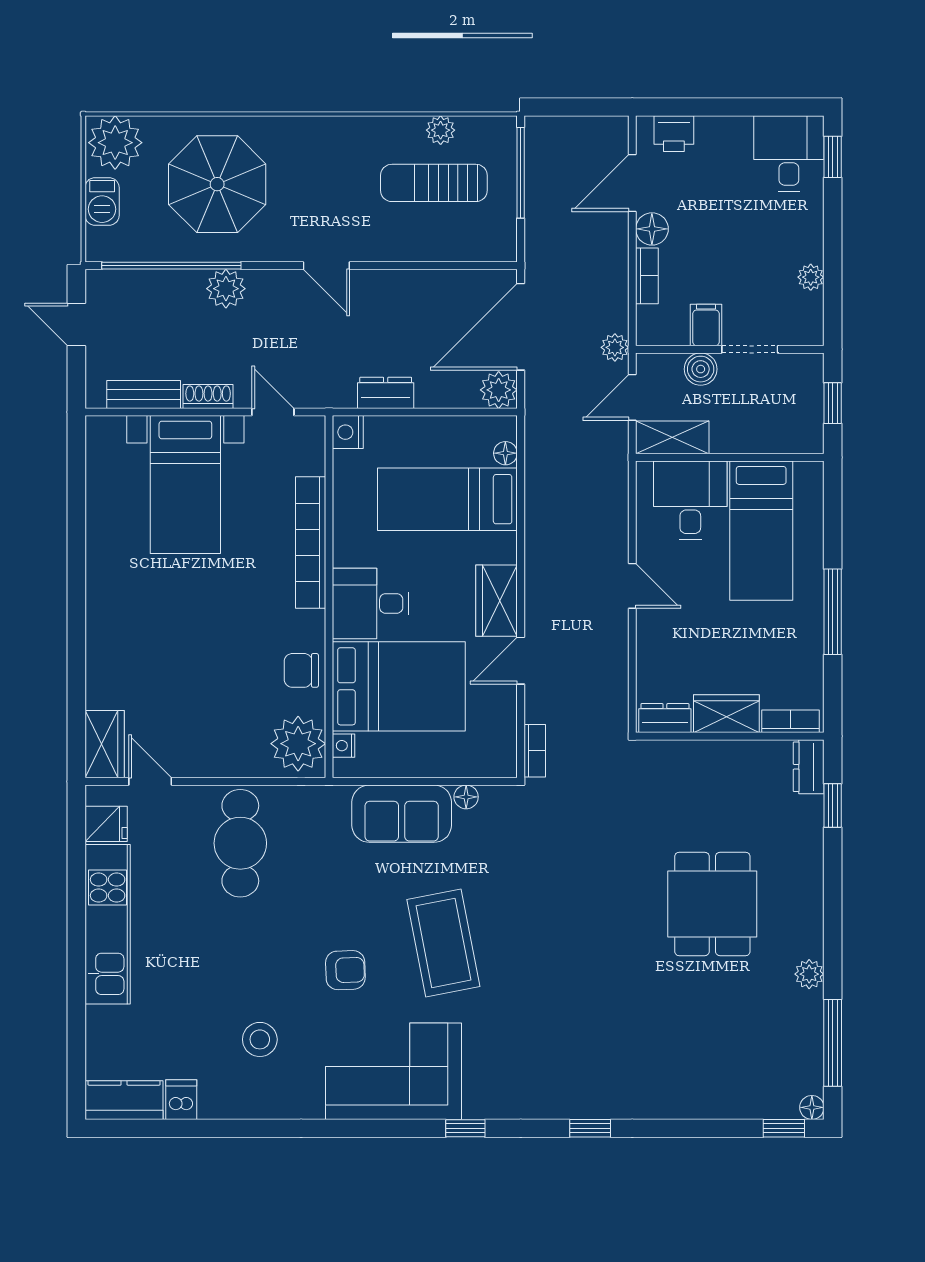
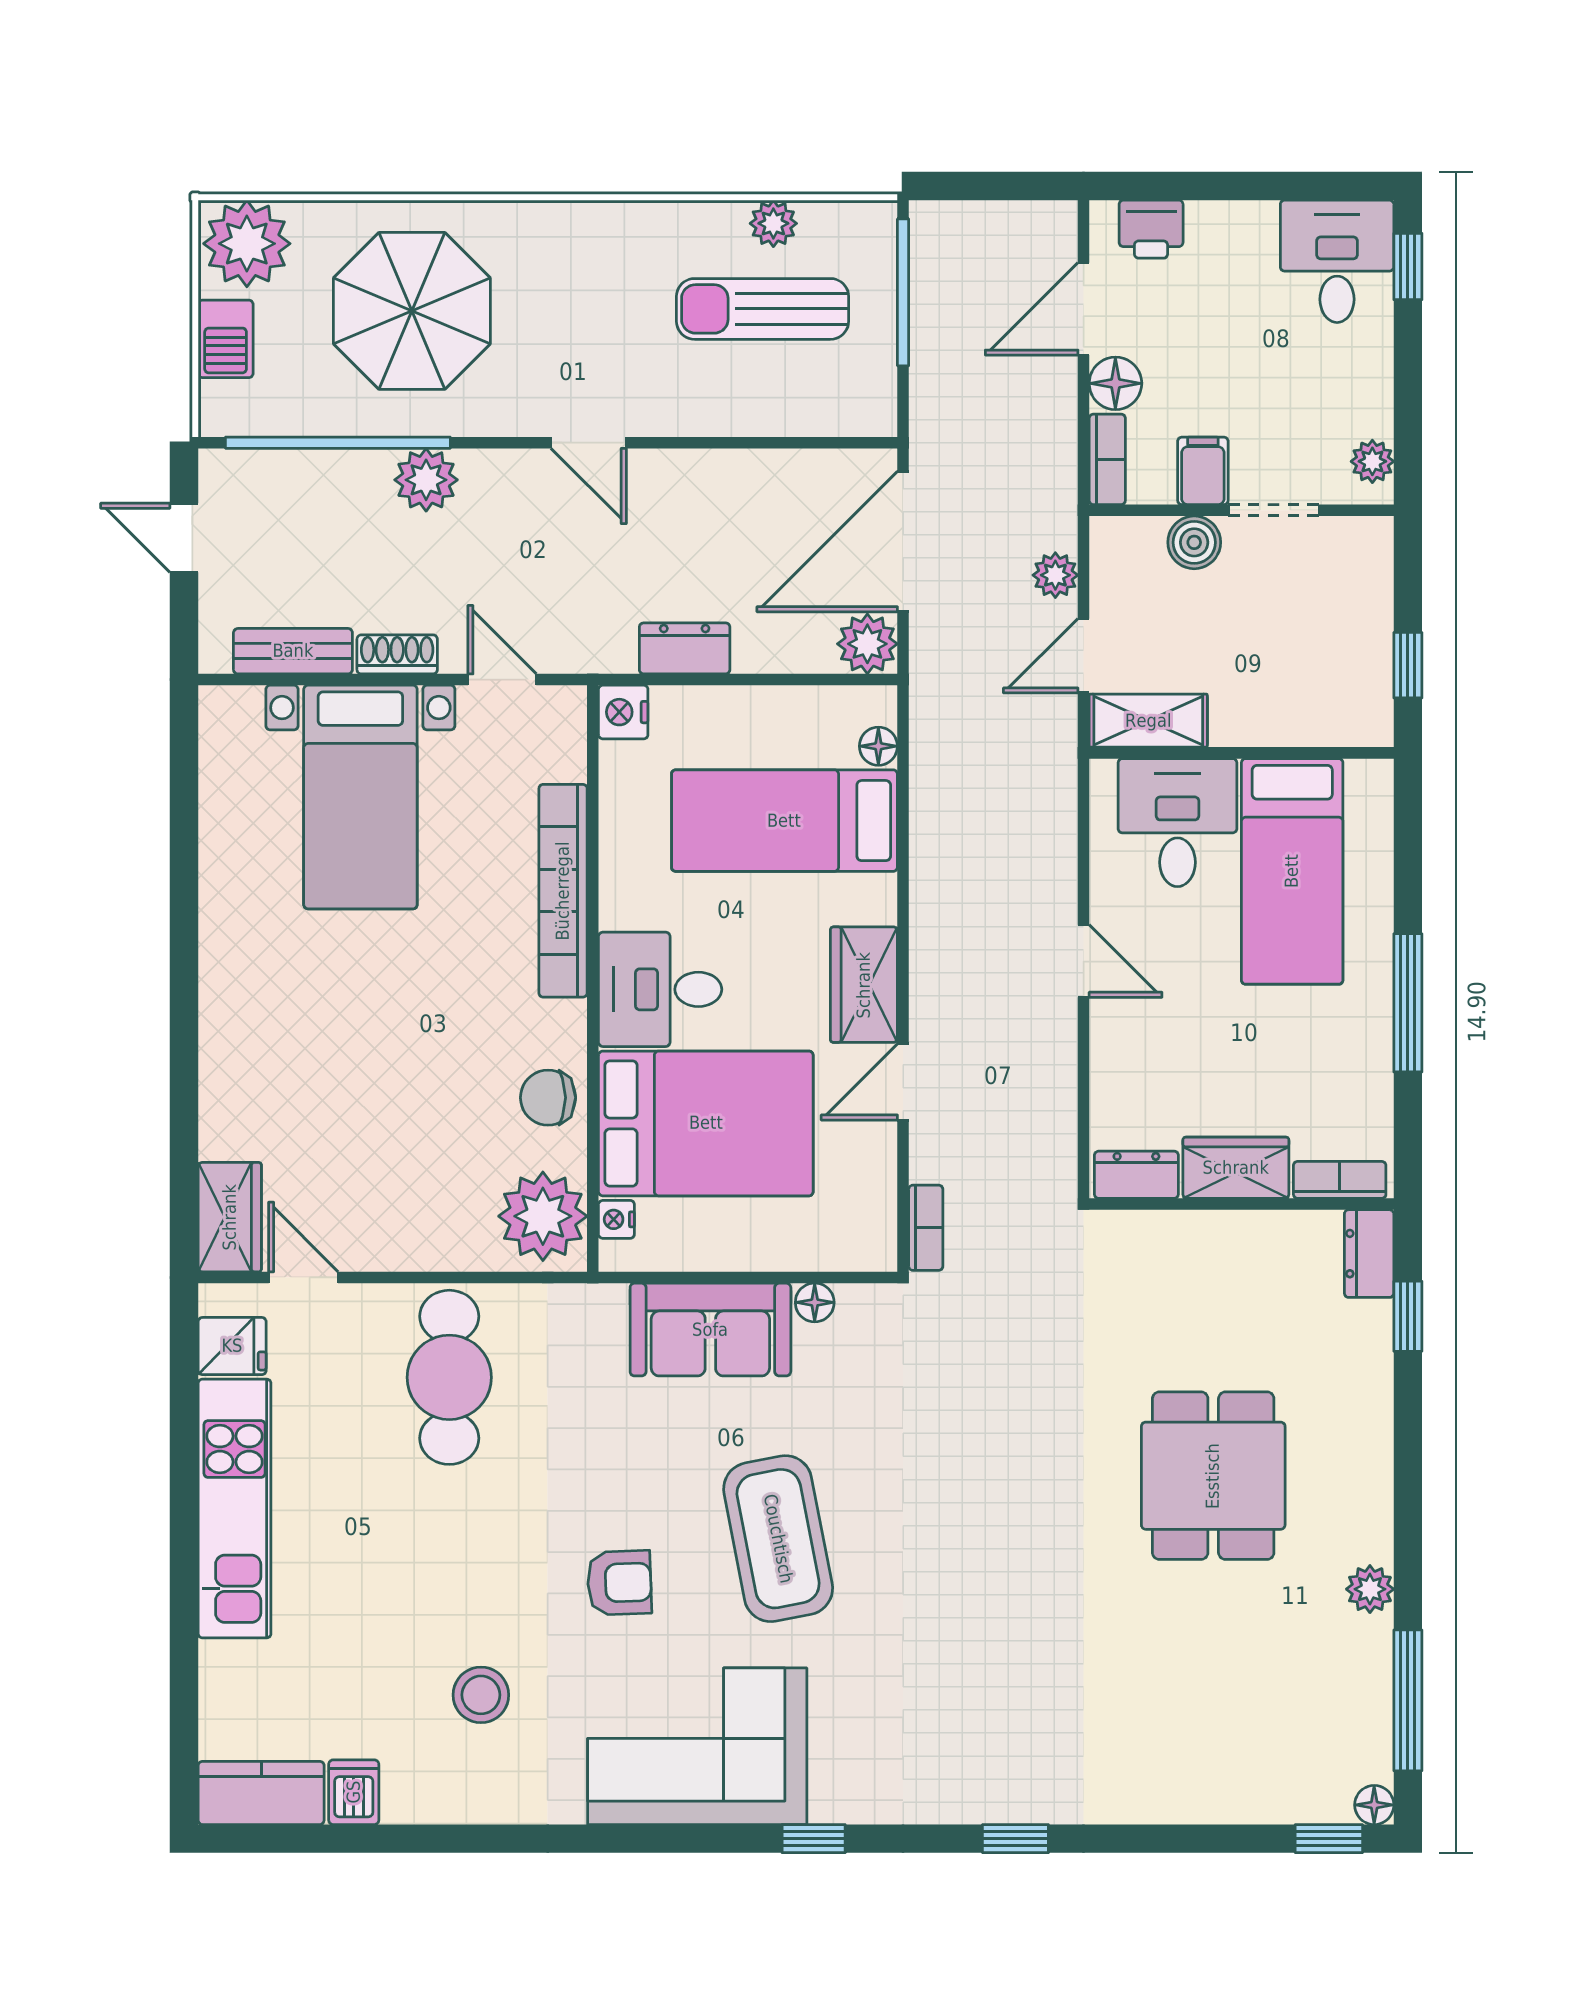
filing cabinet: (706, 325) -> (1203, 471), moved
wall: (730, 349) -> (1241, 510), moved
doorway: (750, 349) -> (1274, 510), moved
boiler: (701, 369) -> (1194, 542), moved

